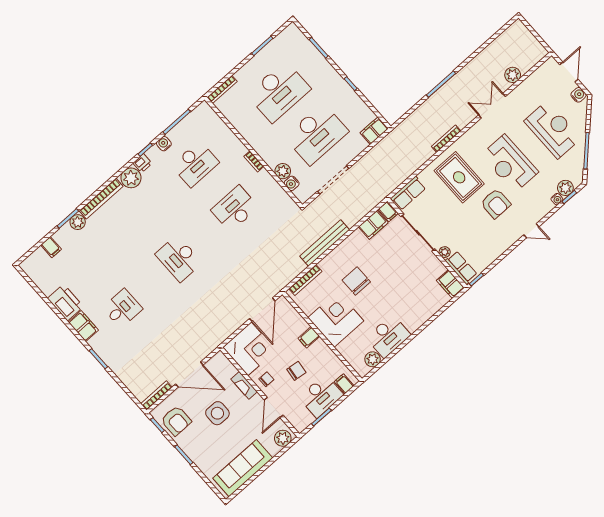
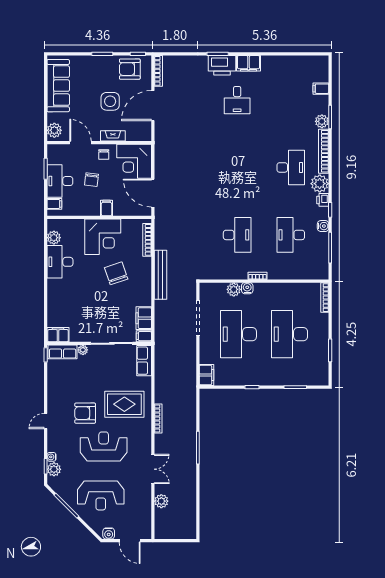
water cooler: (292, 183) -> (247, 288), moved
desk: (179, 258) -> (291, 167), moved, turned 90
chair: (356, 281) -> (116, 273), turned -109
printer: (65, 303) -> (222, 65), moved

